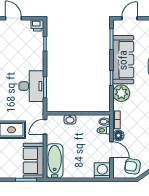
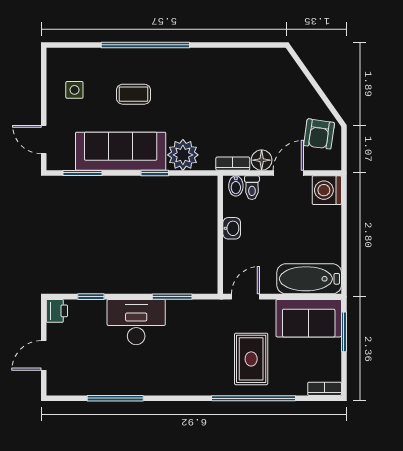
desk: (31, 86) -> (136, 322), moved
washbasin: (70, 119) -> (232, 228), moved
door: (45, 127) -> (245, 297), swing flipped

